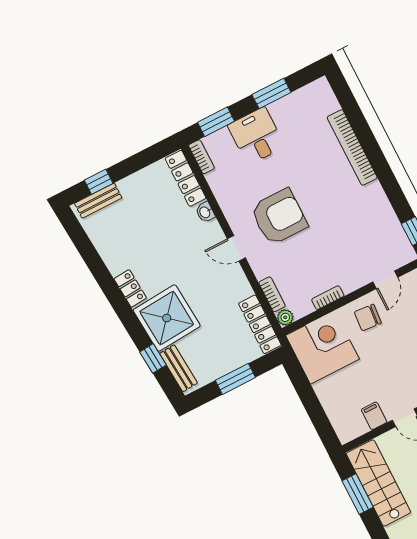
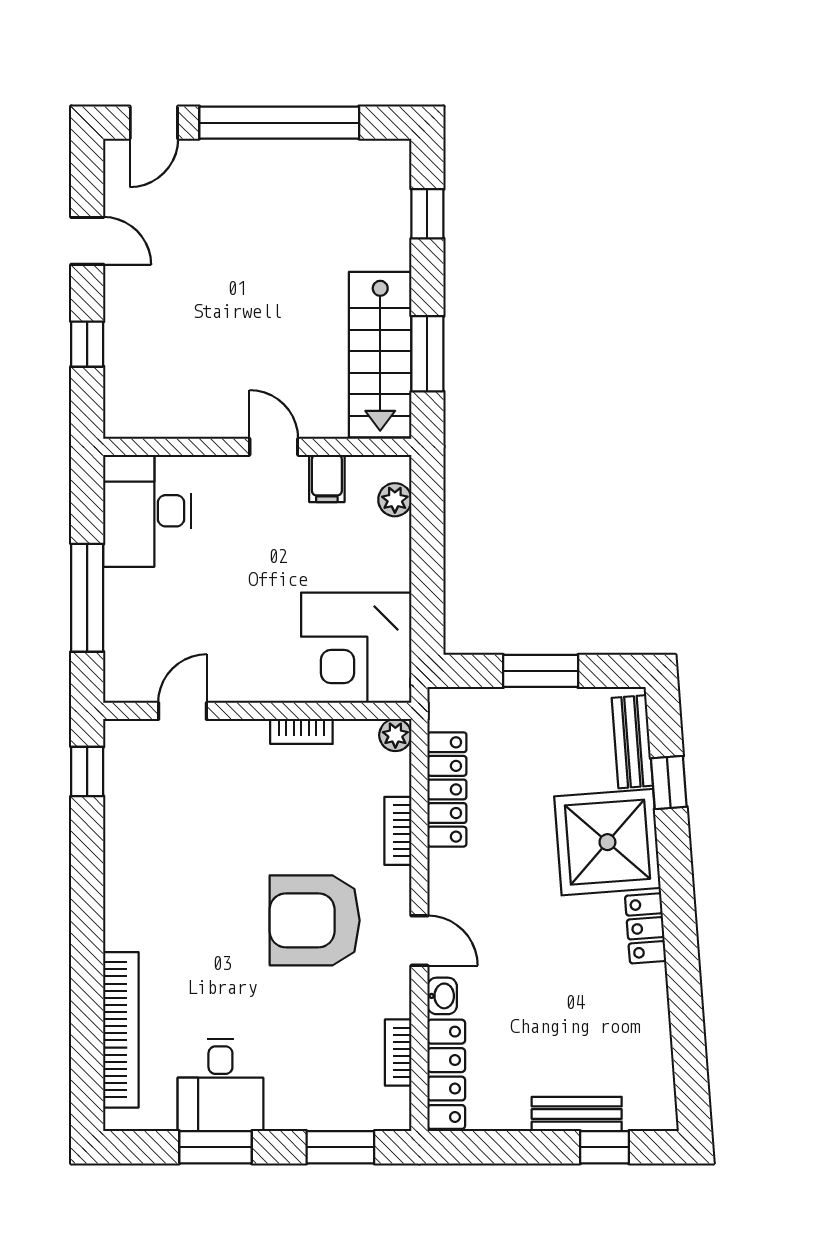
desk: (256, 136) -> (220, 1085), moved
bookcase: (352, 147) -> (121, 1030), moved
bookcase: (201, 157) -> (398, 1053), moved
bench: (98, 201) -> (577, 1114), moved
door: (236, 248) -> (419, 941), moved
bookcase: (272, 294) -> (398, 831), moved
chair: (368, 317) -> (248, 660), removed
locker: (260, 324) -> (447, 789), moved
plant: (339, 422) -> (395, 500), added

